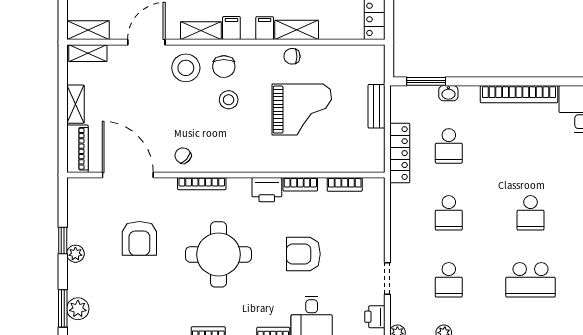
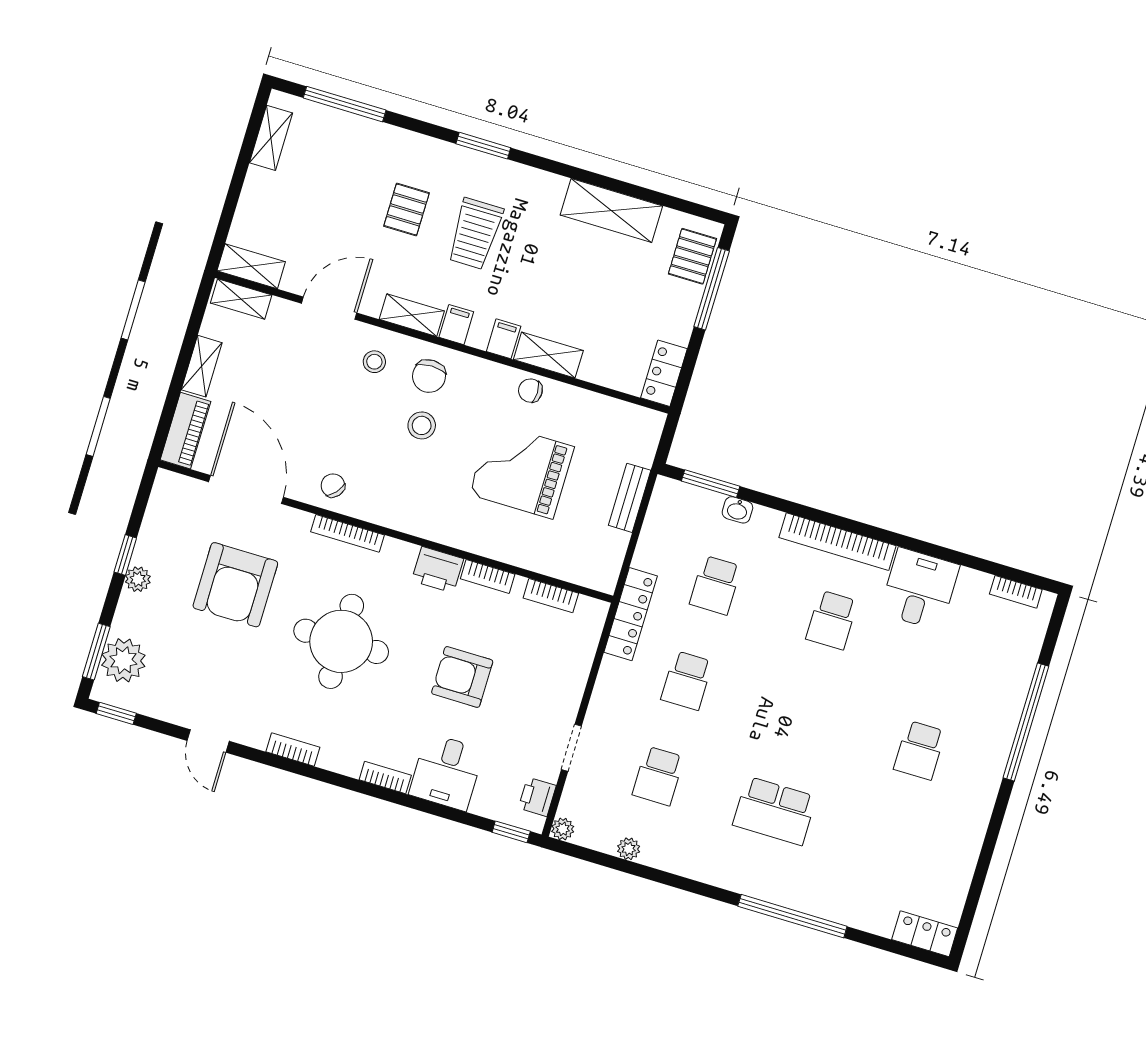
stool: (186, 68) -> (374, 362), width x0.53, depth x0.53
grand piano: (302, 110) -> (522, 471), turned 180
locker: (400, 153) -> (631, 614), moved
school desk: (531, 213) -> (832, 620), moved
armchair: (139, 238) -> (235, 585), width x1.36, depth x1.36
plant: (78, 309) -> (123, 660), width x1.36, depth x1.36

